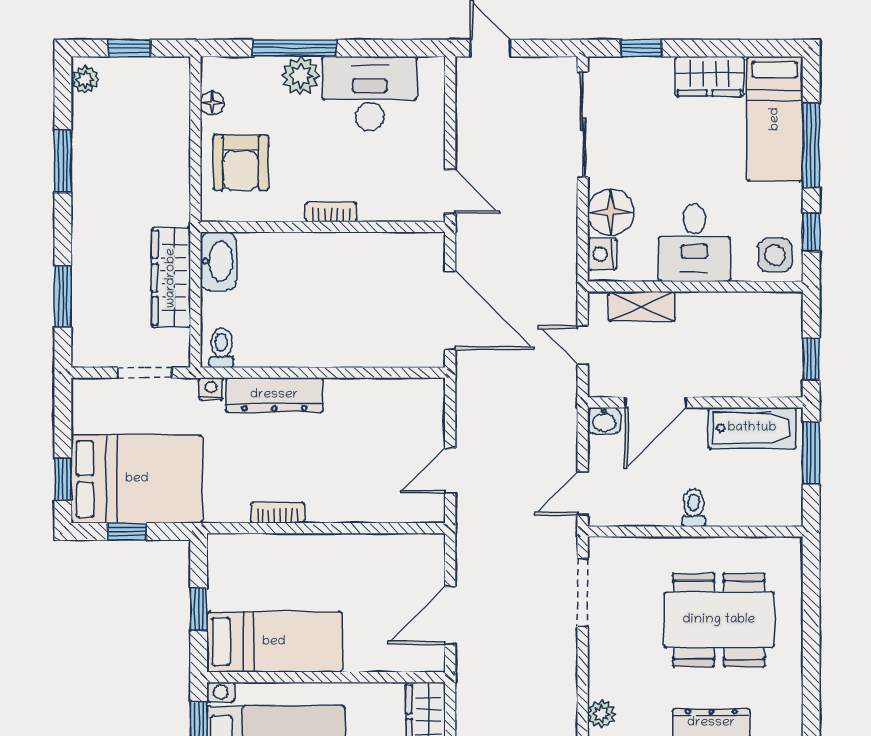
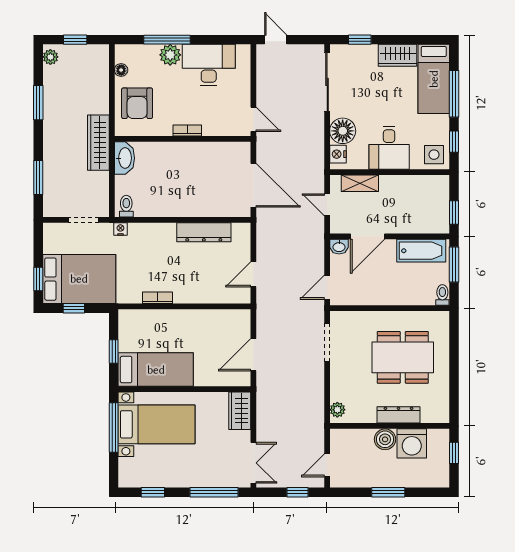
wardrobe: (171, 278) -> (98, 143), moved
dresser: (274, 395) -> (204, 232), moved
toilet: (694, 508) -> (442, 295), moved

